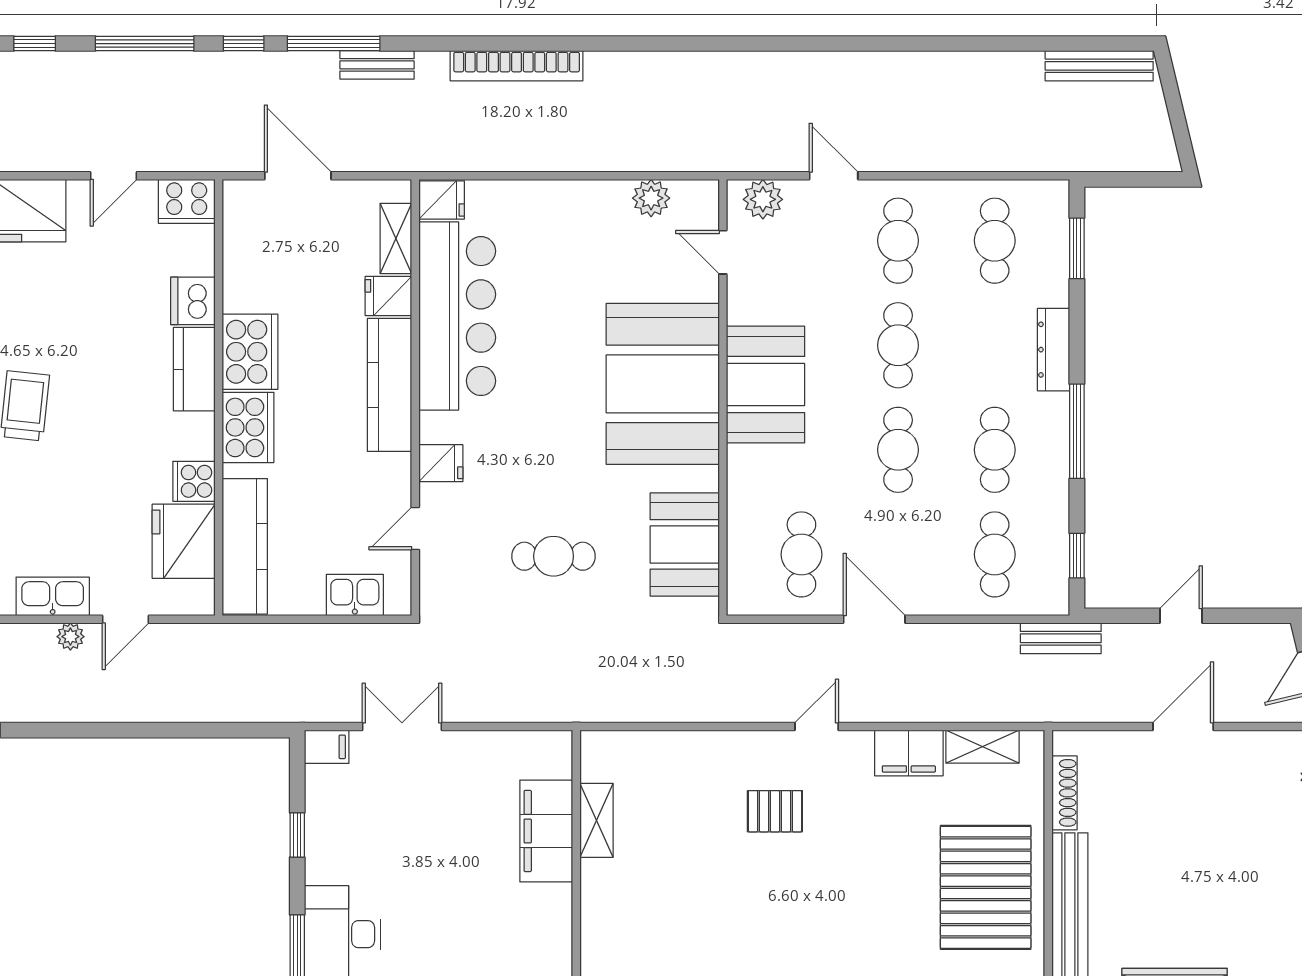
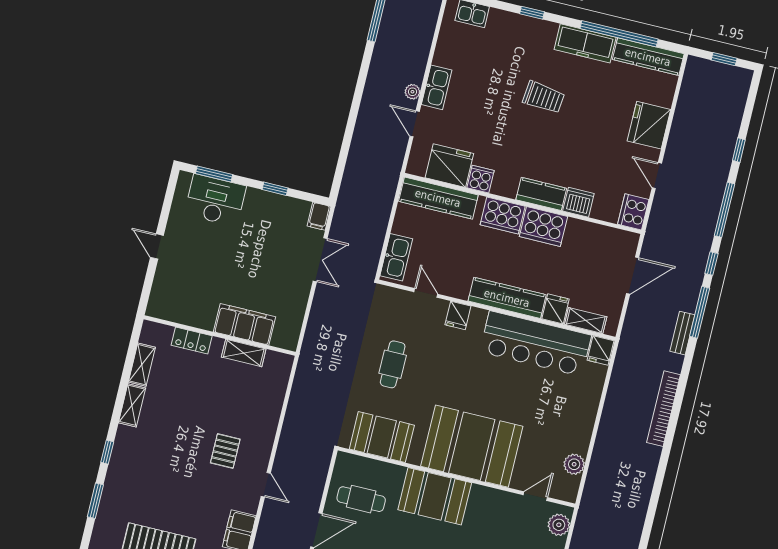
booth: (766, 385) -> (435, 496), moved
kitchen sink: (355, 595) -> (396, 257), width x1.38
locker: (597, 916) -> (192, 341), added

